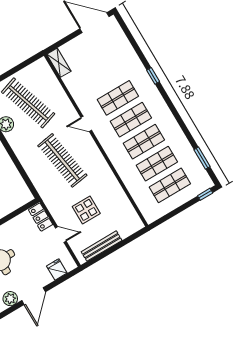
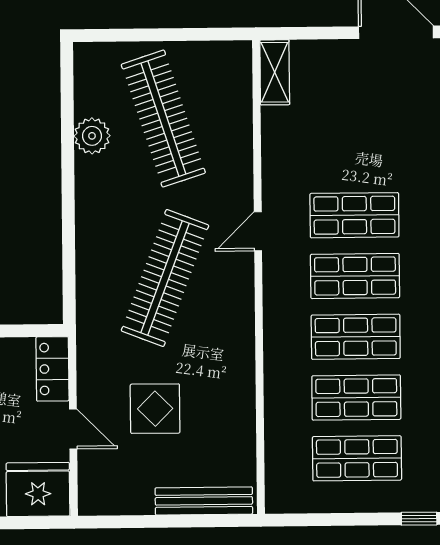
door: (86, 124) -> (258, 231), hinge flipped
clothes rail: (62, 160) -> (165, 278), turned 30
bench: (102, 246) -> (204, 501), moved
fridge: (57, 270) -> (38, 489), width x1.88, depth x1.34

